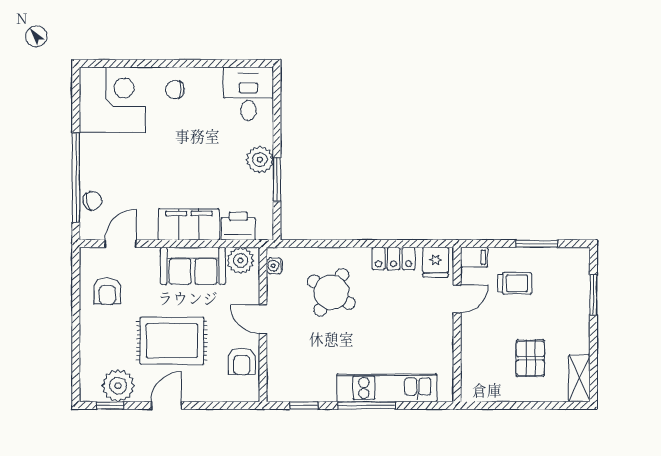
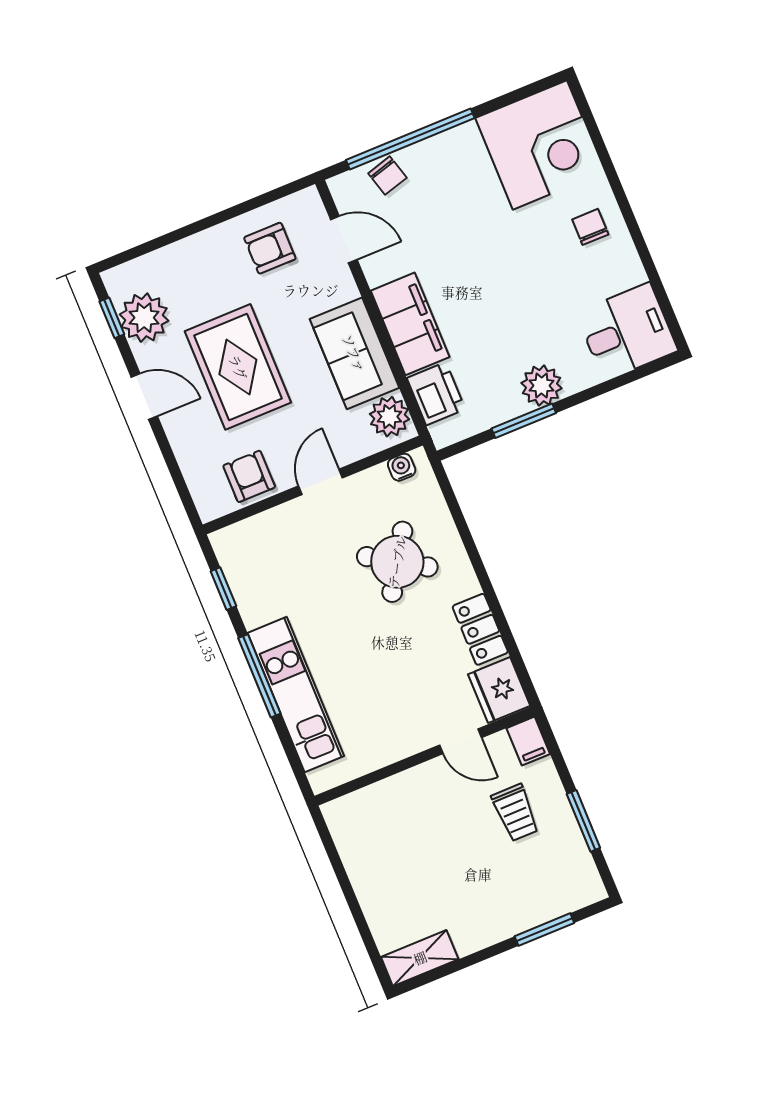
fridge: (435, 262) -> (499, 690), width x1.38
pallet: (530, 358) -> (420, 878), removed
armchair: (242, 361) -> (249, 476), turned 90

